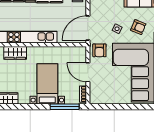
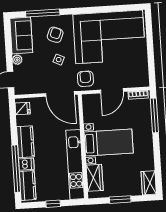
armchair: (99, 50) -> (85, 79), turned -90
bed with nightstands: (47, 84) -> (109, 142), moved, turned 180

